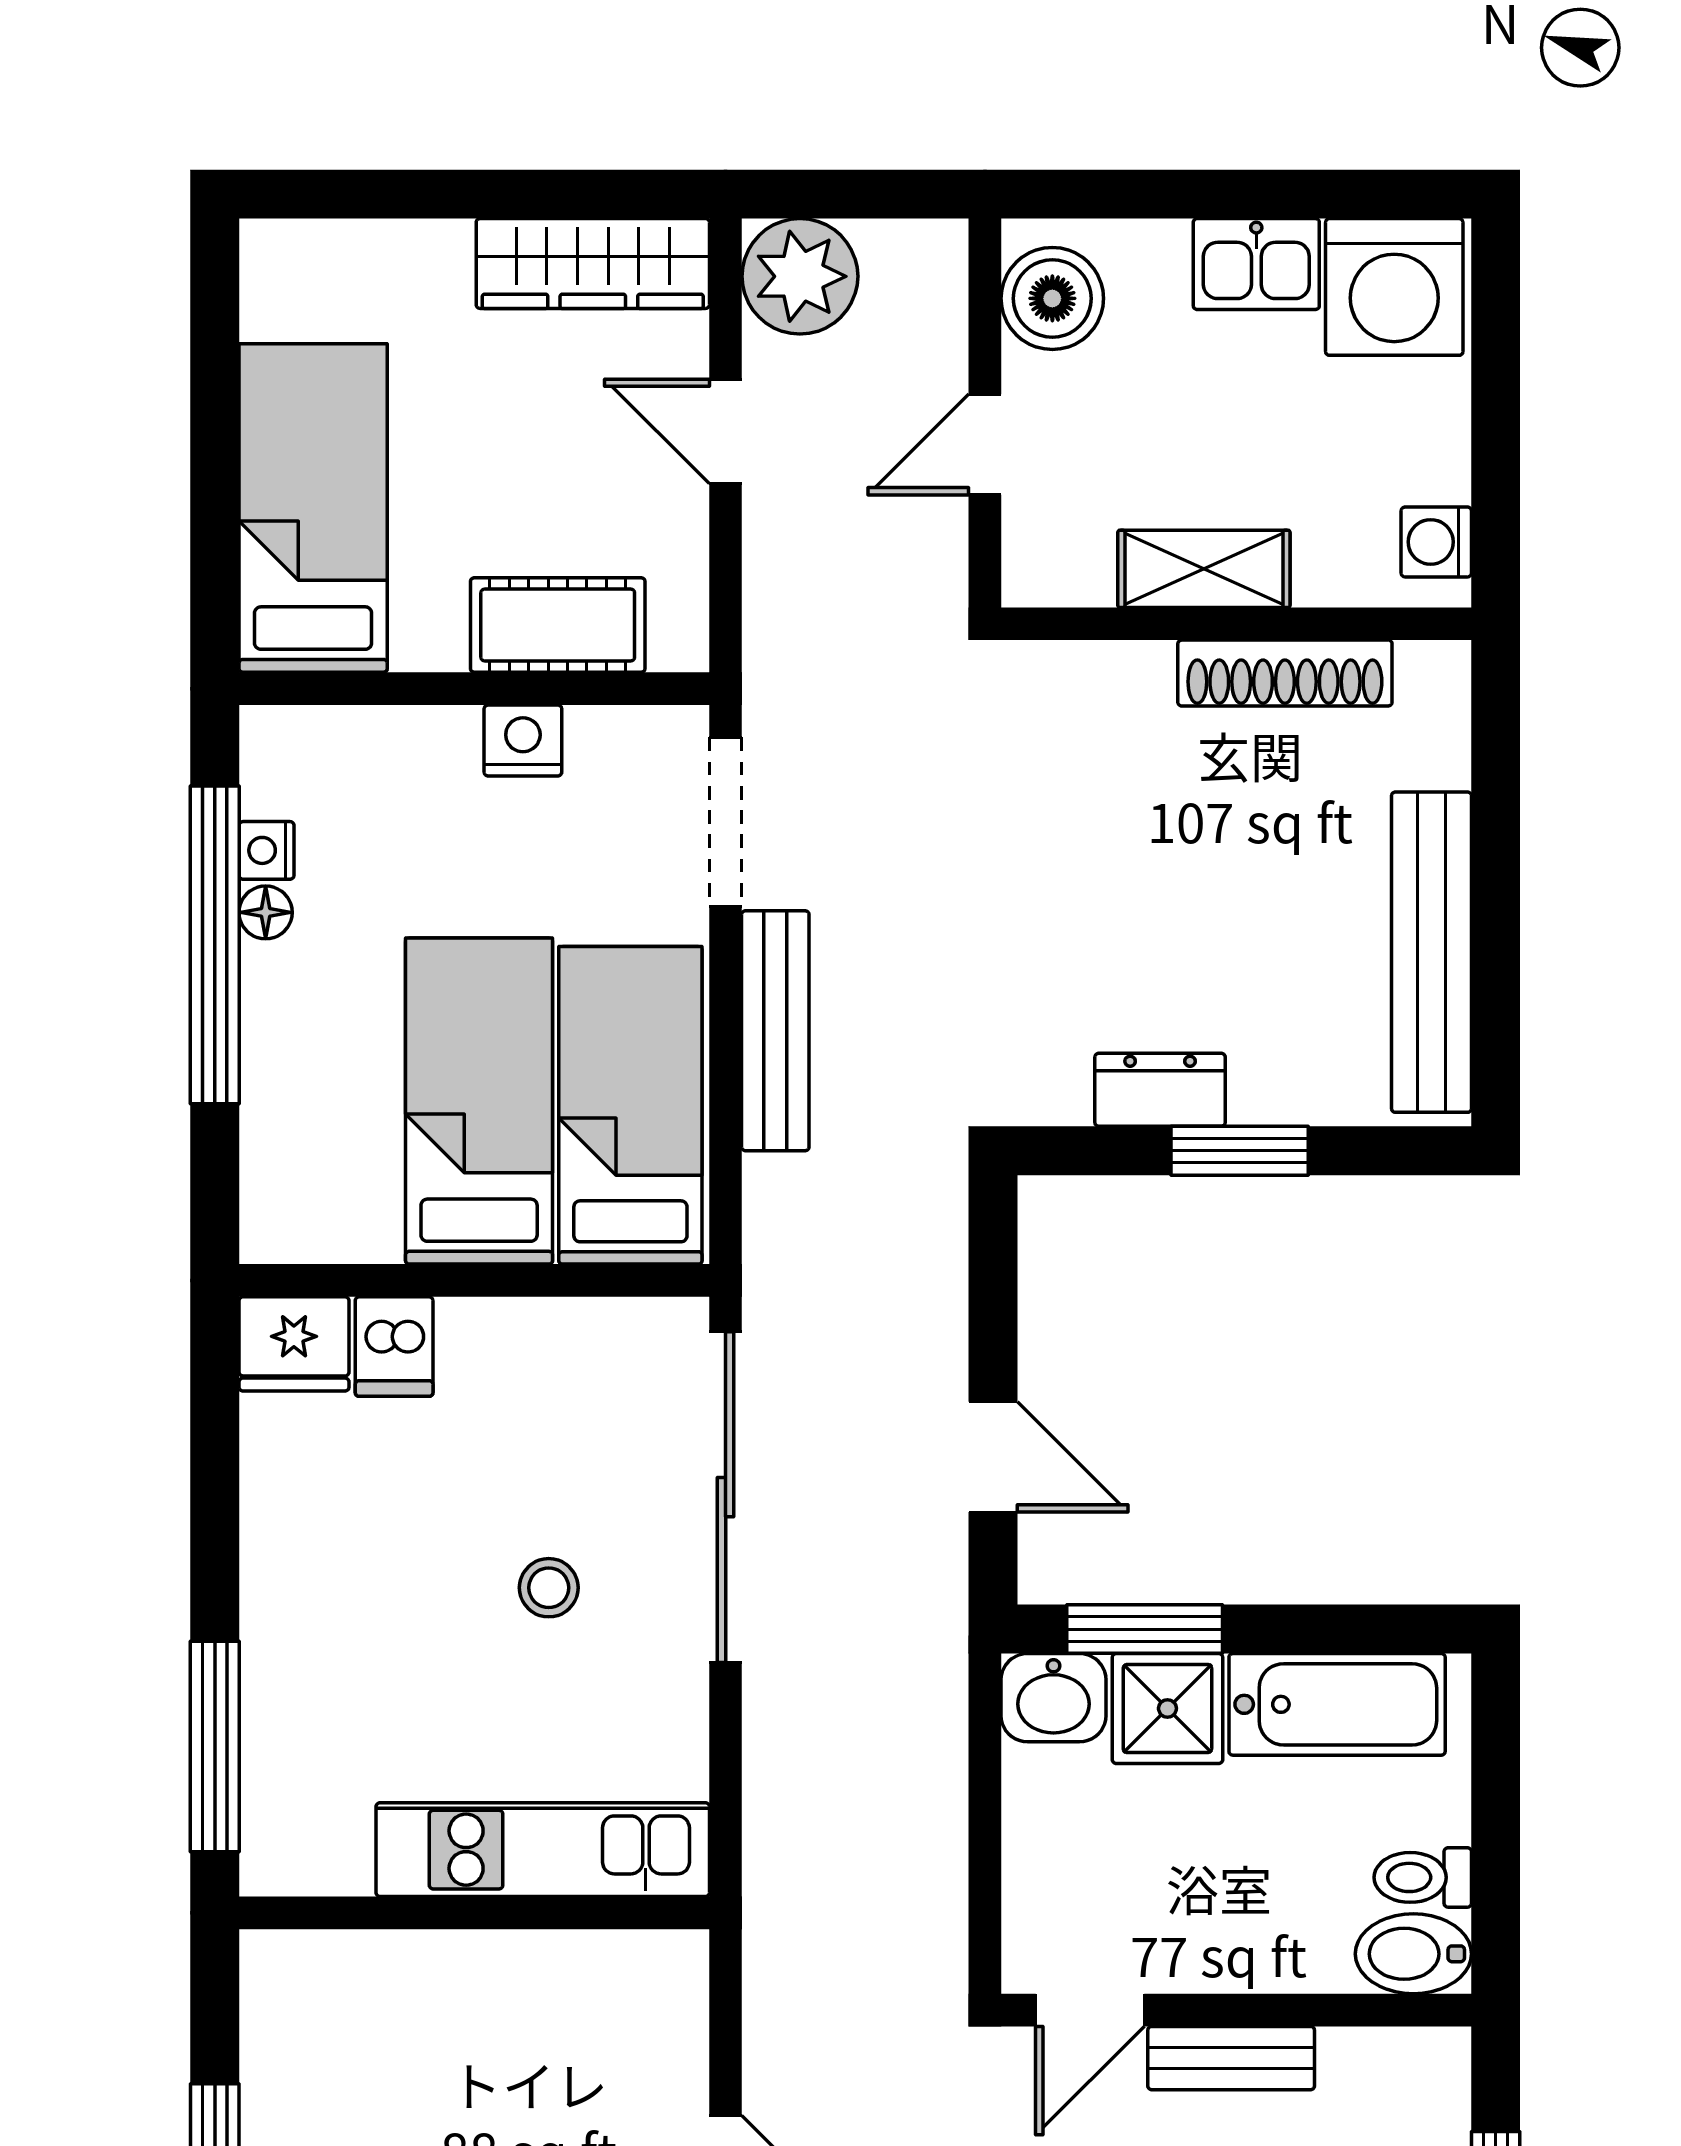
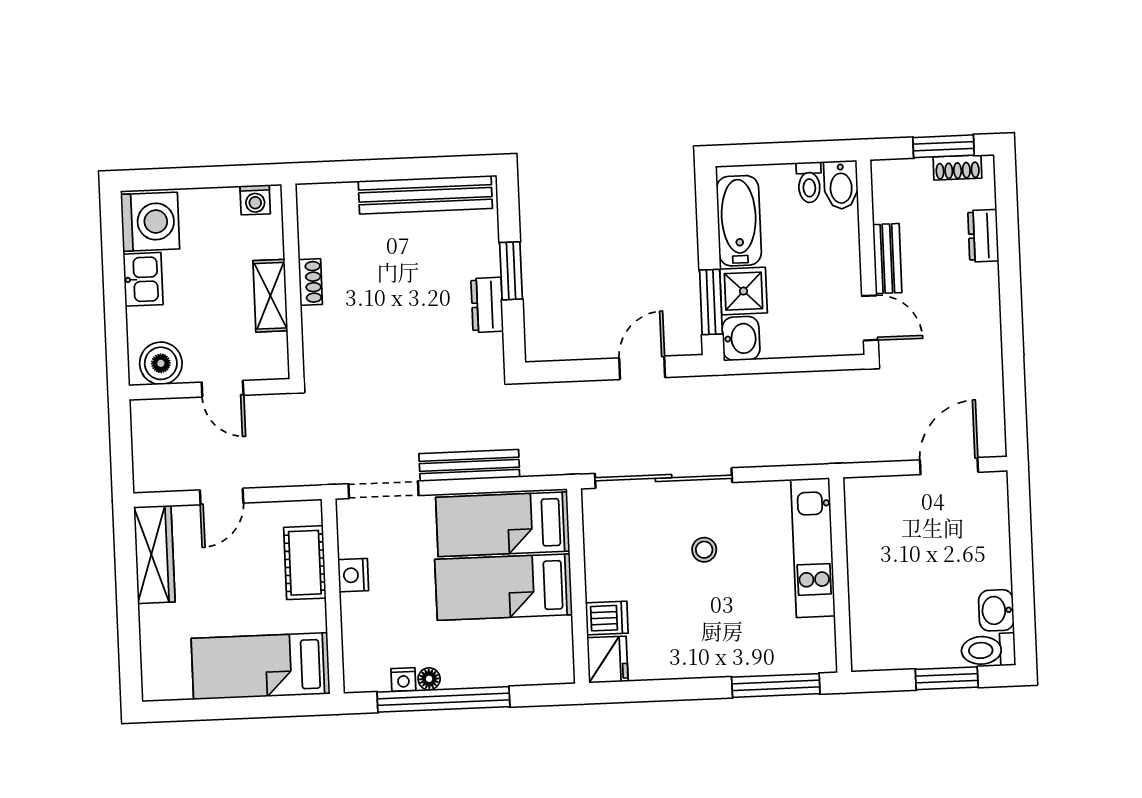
plant: (800, 276) -> (156, 468), removed
shoe rack: (1285, 673) -> (310, 282), width x0.51, depth x0.81

